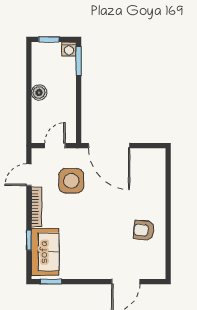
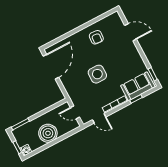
washing machine: (69, 49) -> (26, 150), moved
boiler: (39, 93) -> (48, 133), width x1.86, depth x1.86
door: (109, 146) -> (51, 67), moved
side table: (71, 181) -> (97, 74), moved

